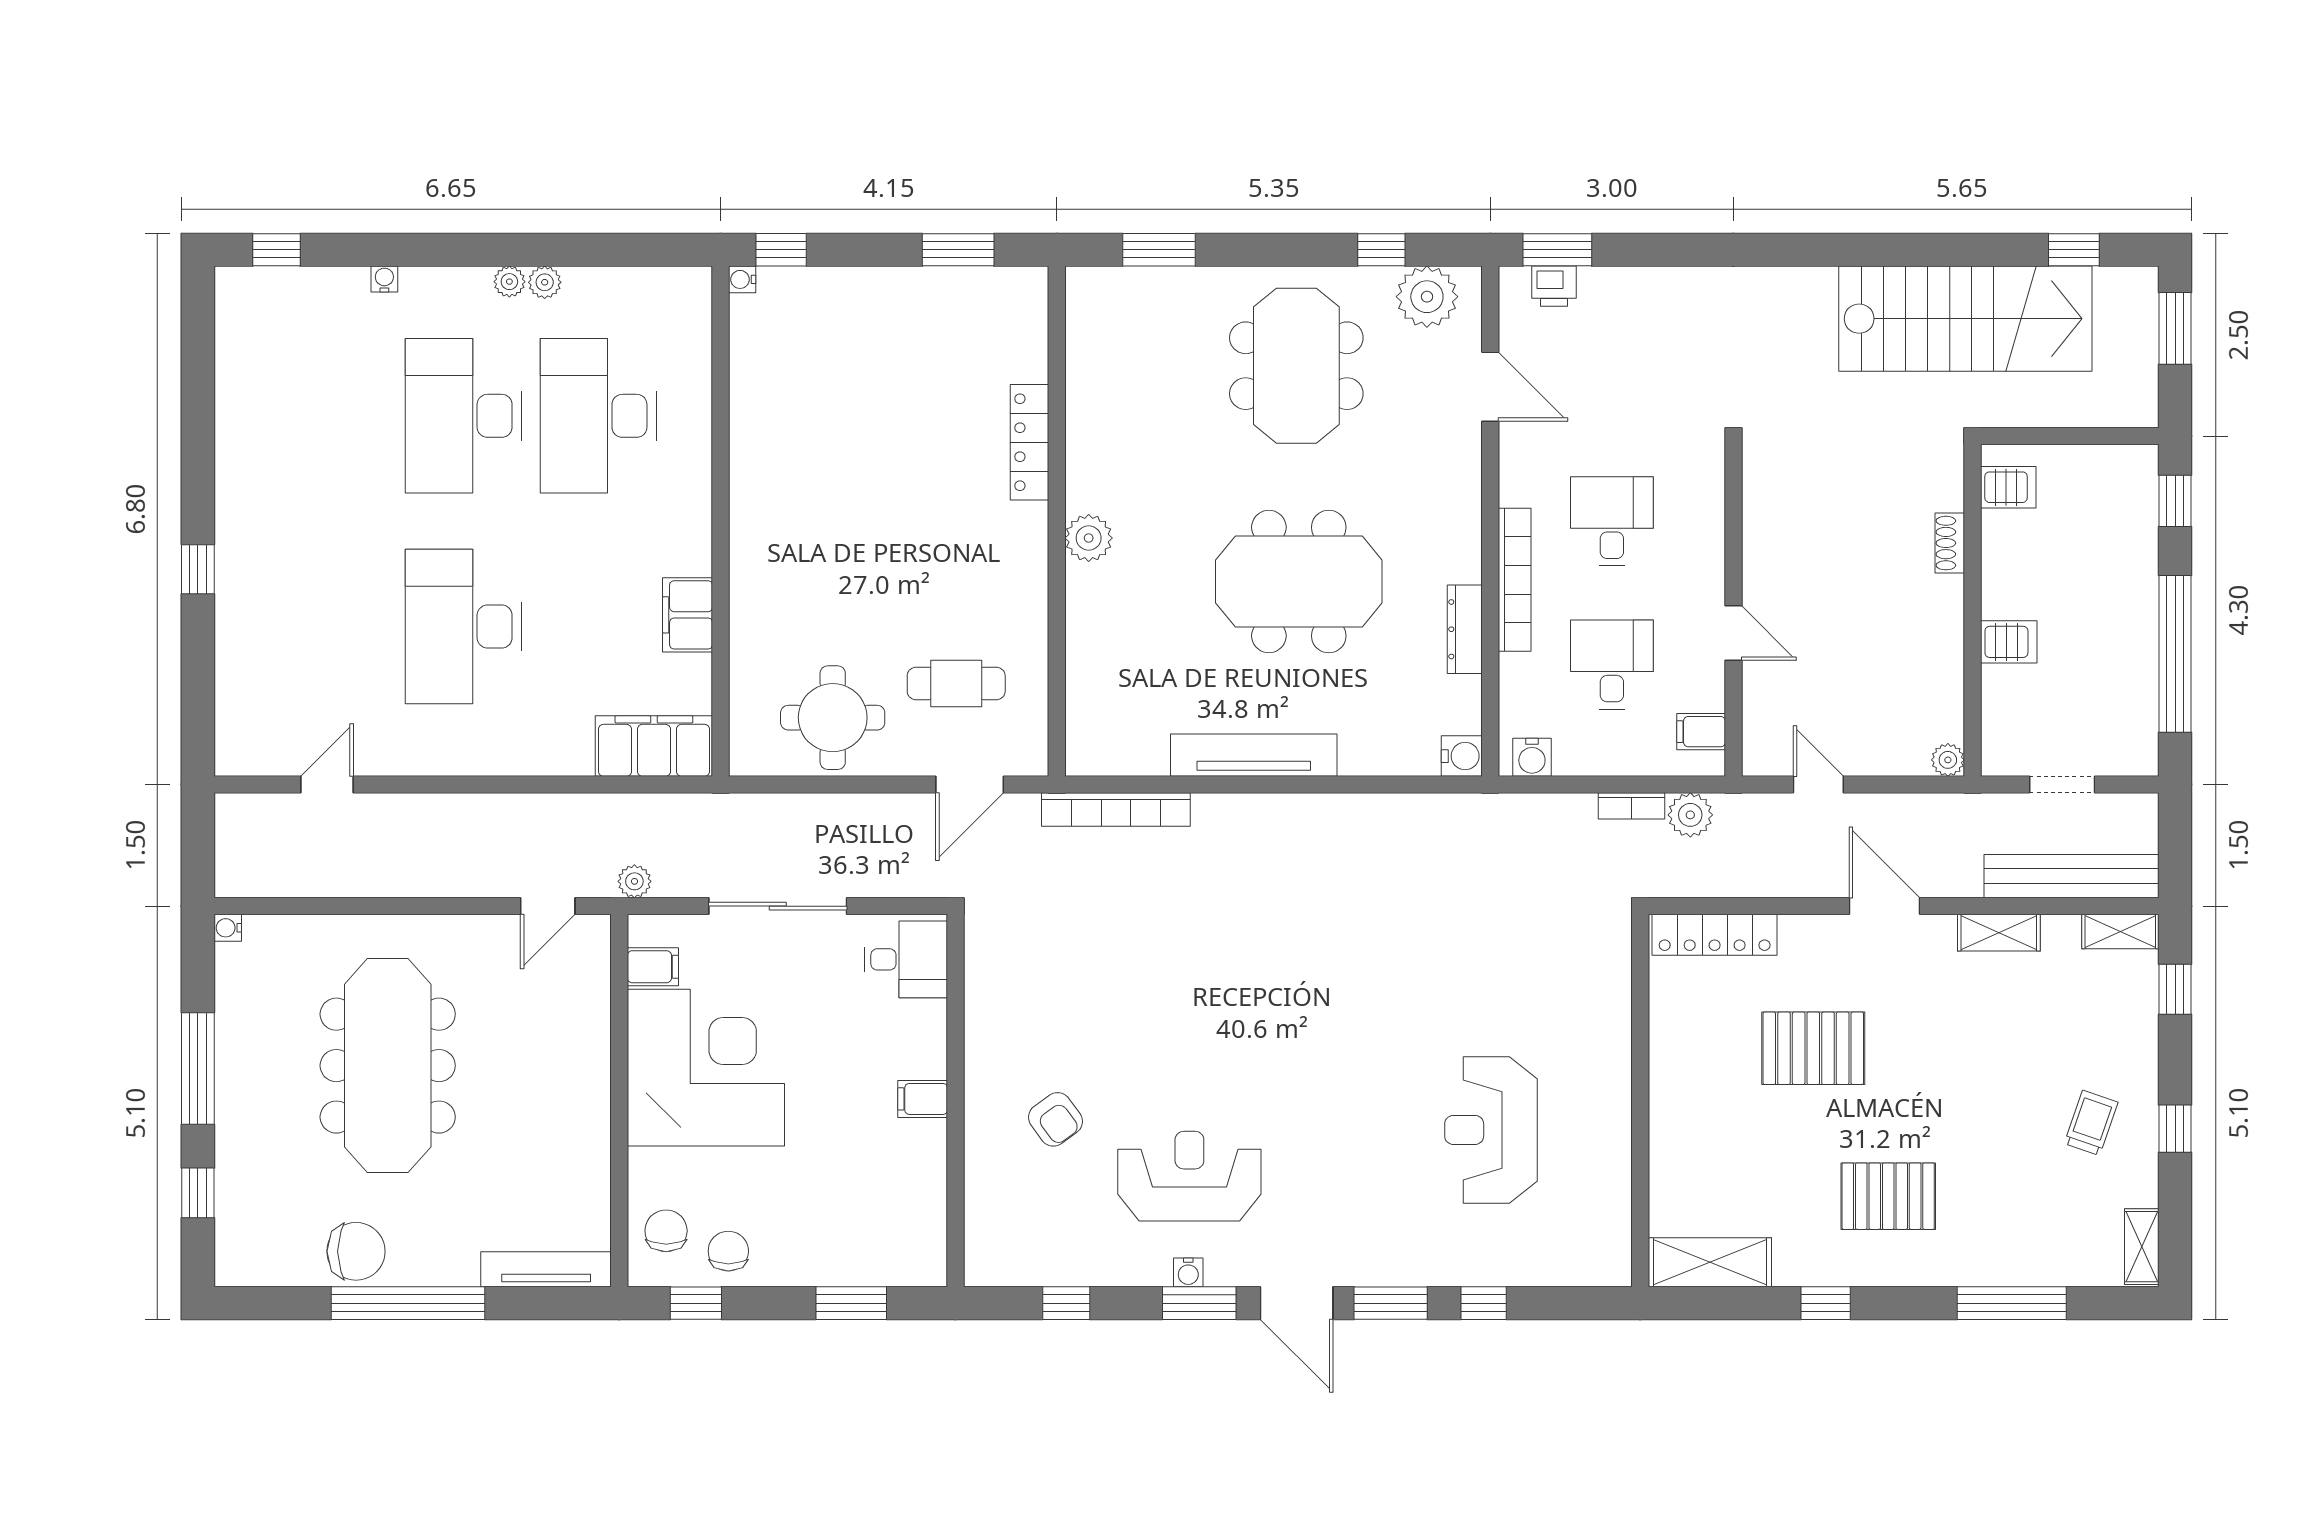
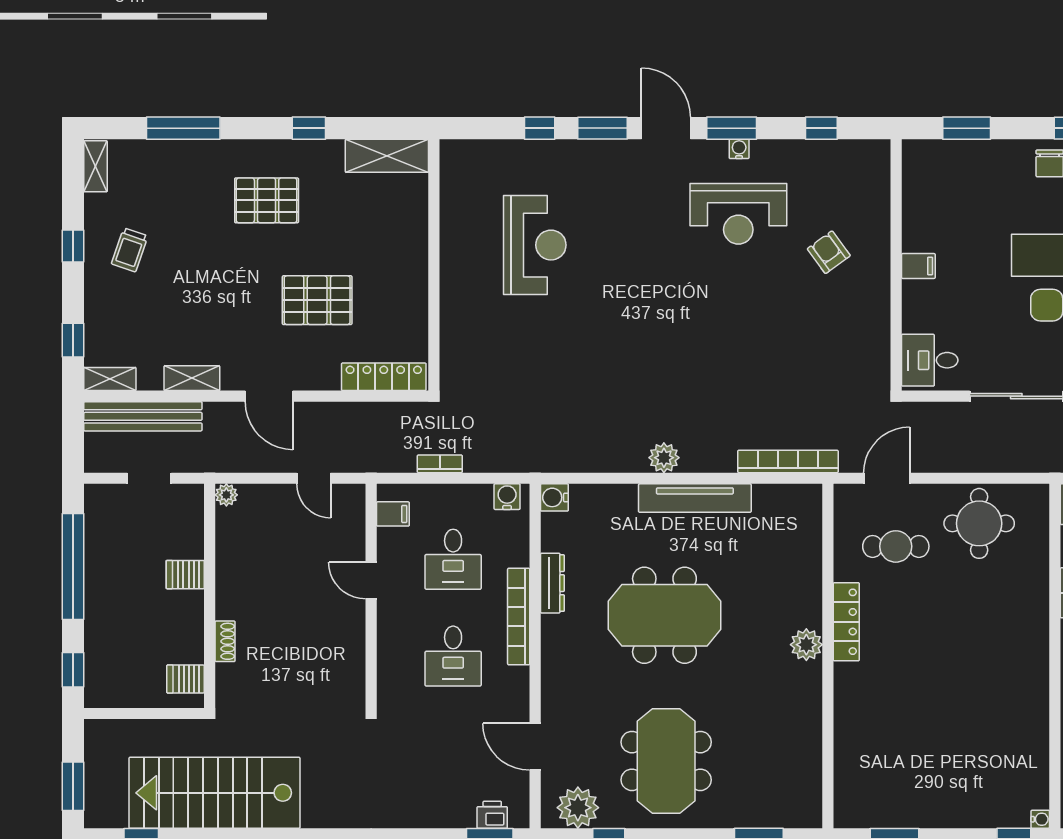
locker: (1030, 442) -> (846, 622), moved
plant: (1690, 815) -> (664, 458), moved

